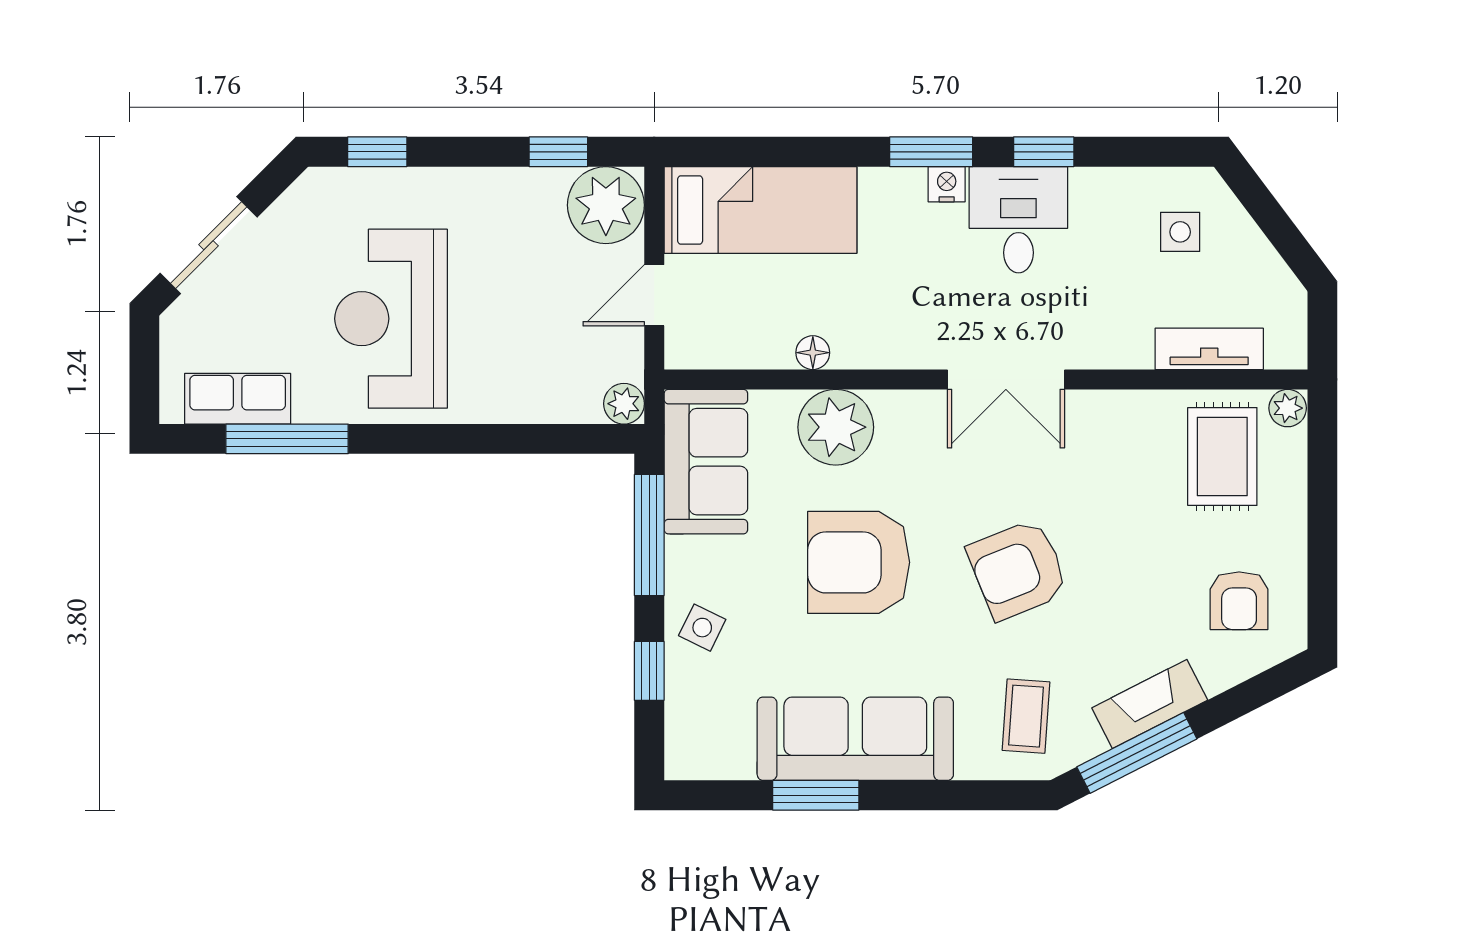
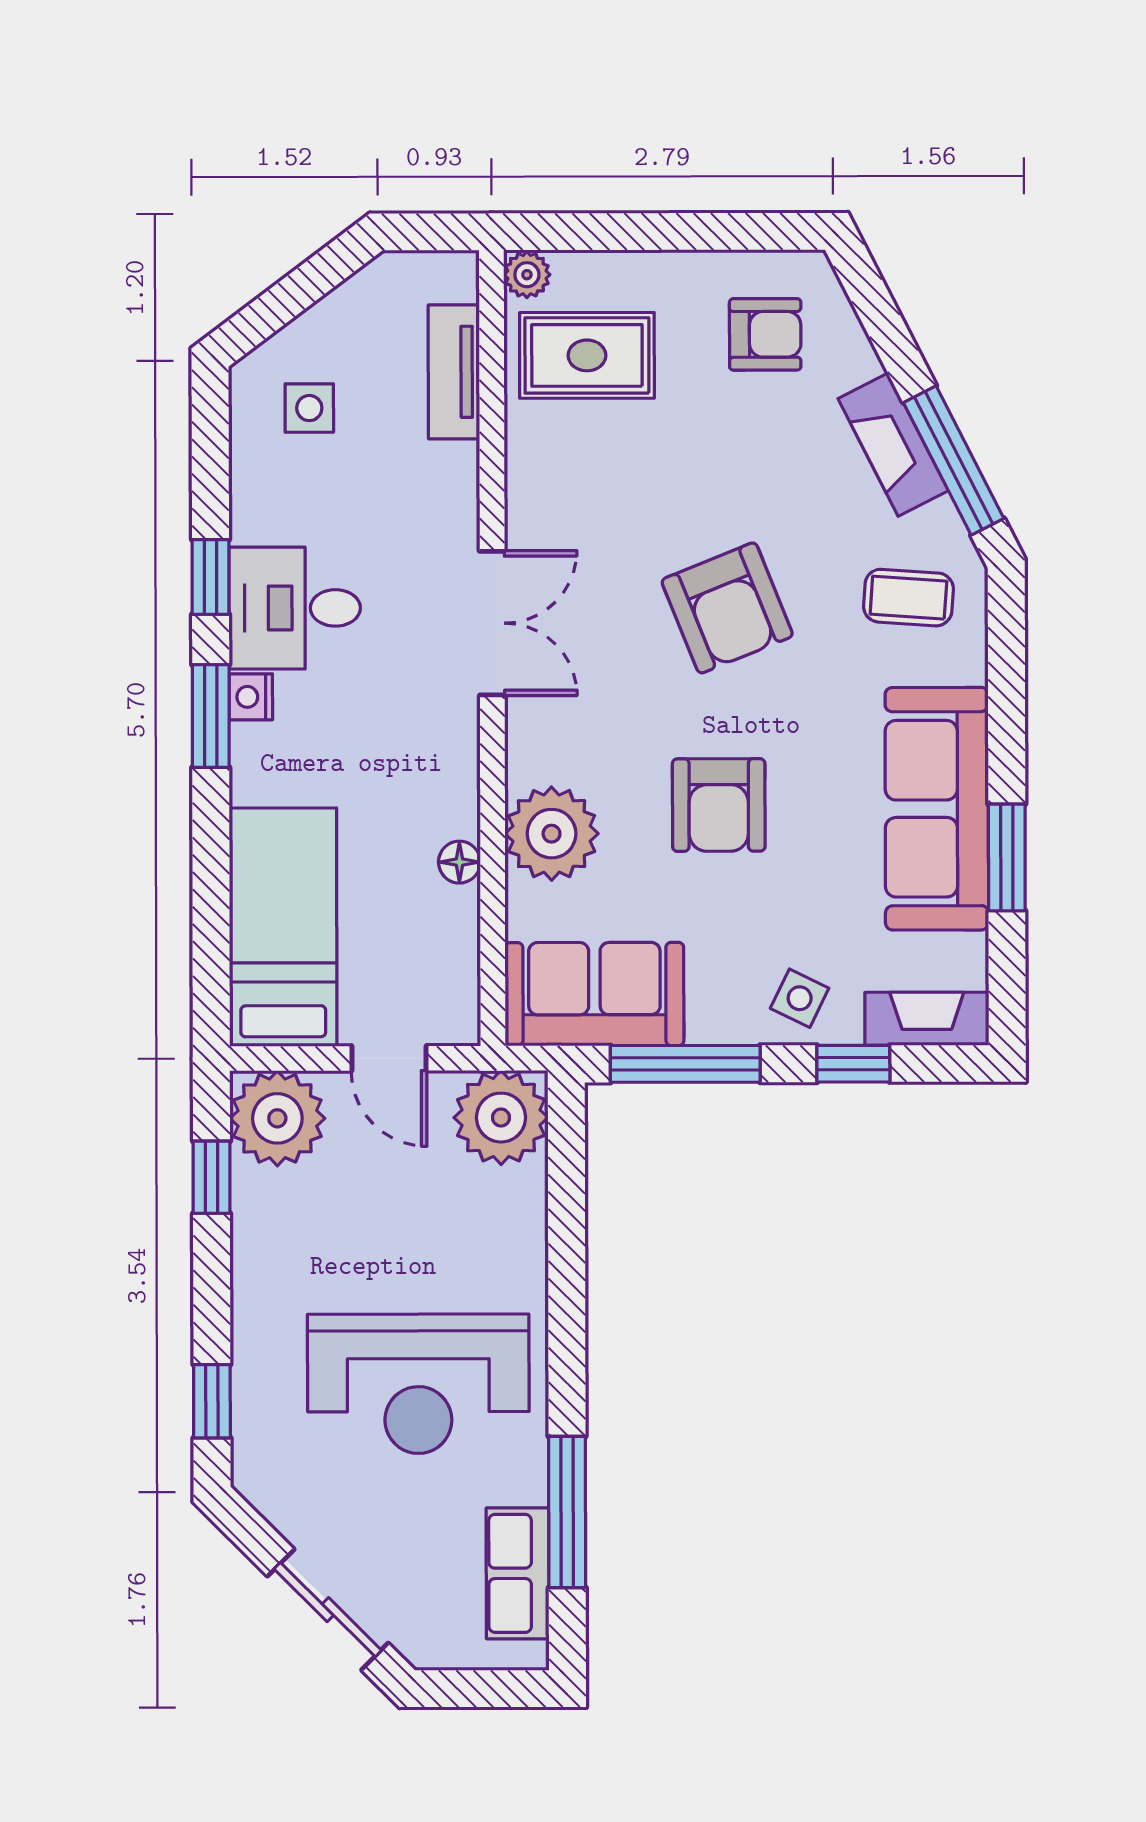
plant: (624, 404) -> (501, 1118), width x1.87, depth x1.87
armchair: (859, 562) -> (719, 805), width x0.73, depth x0.73
fireplace: (685, 730) -> (927, 1019), added

